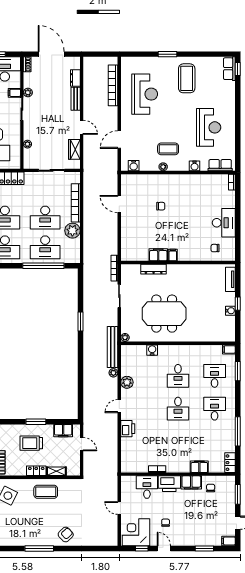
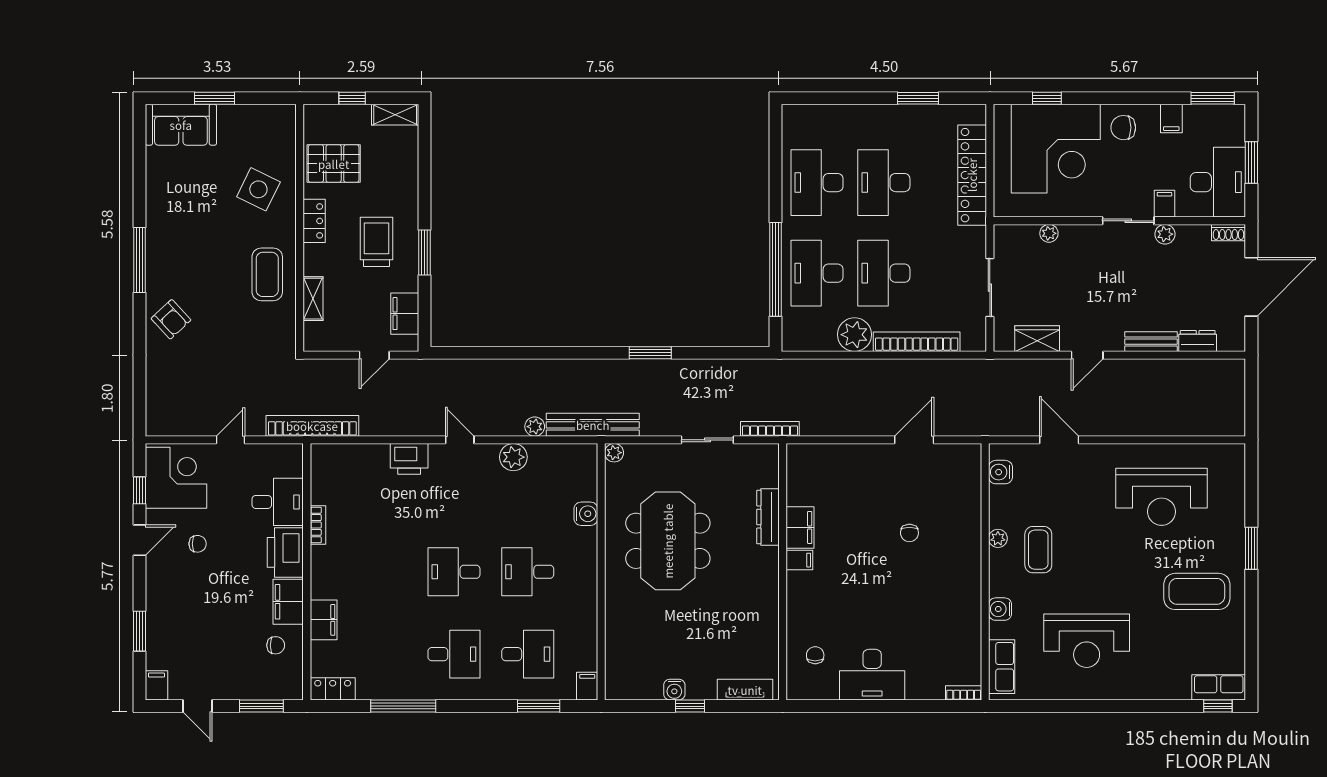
bookcase: (113, 85) -> (312, 426), moved
locker: (36, 471) -> (314, 221), moved

